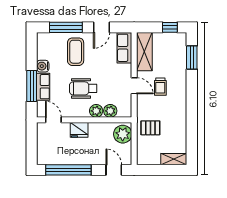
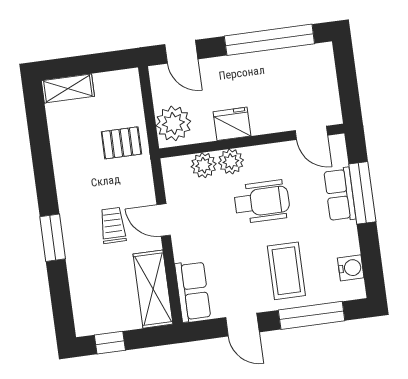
door: (102, 27) -> (242, 325), swing flipped
window: (192, 58) -> (53, 238), moved
water cooler: (43, 66) -> (351, 268), moved
fridge: (79, 130) -> (232, 124), moved

